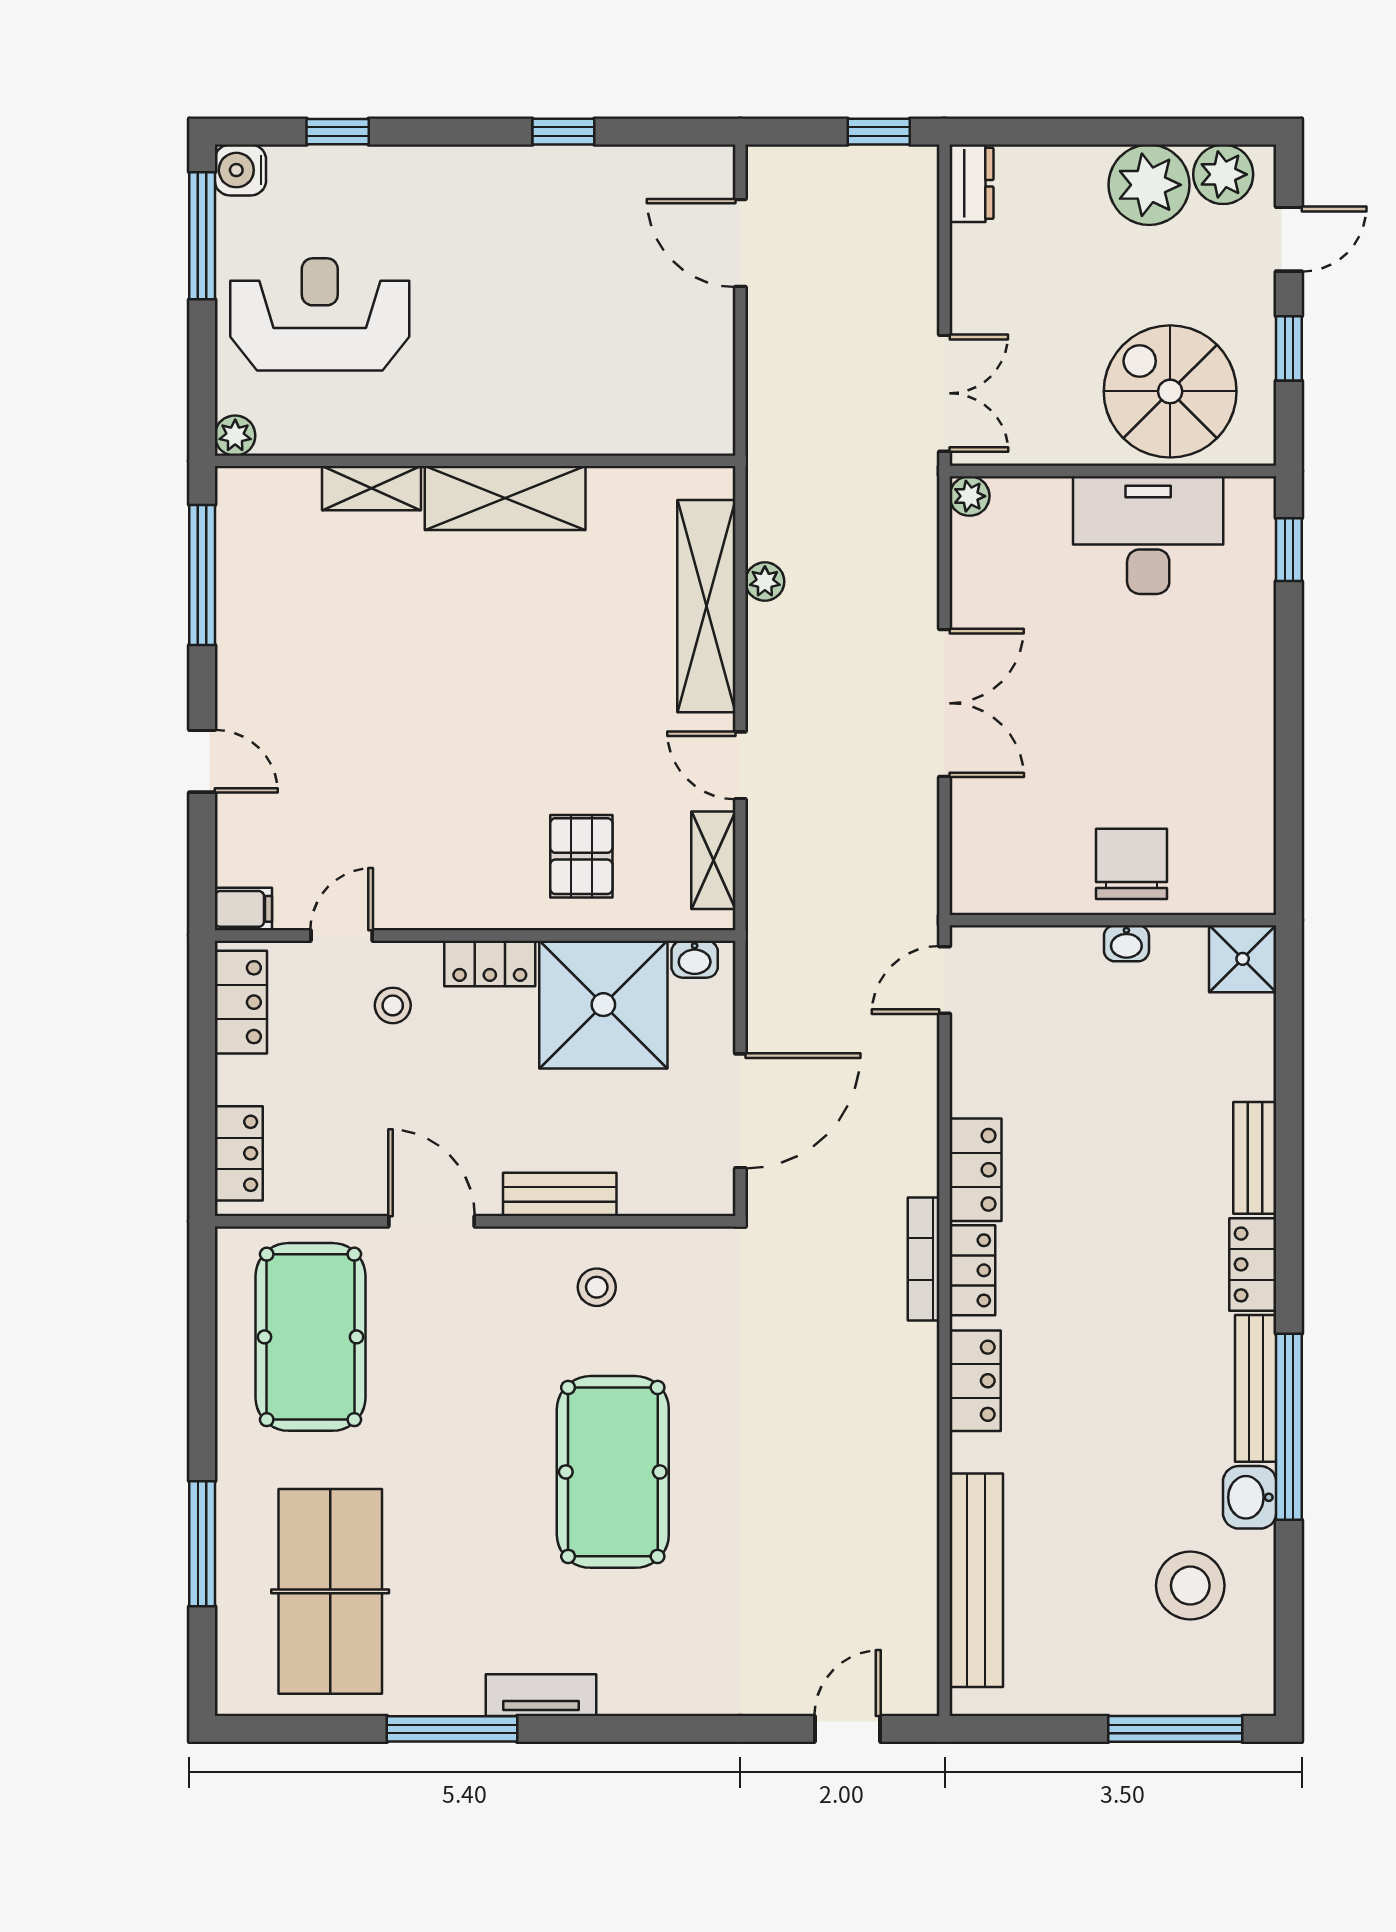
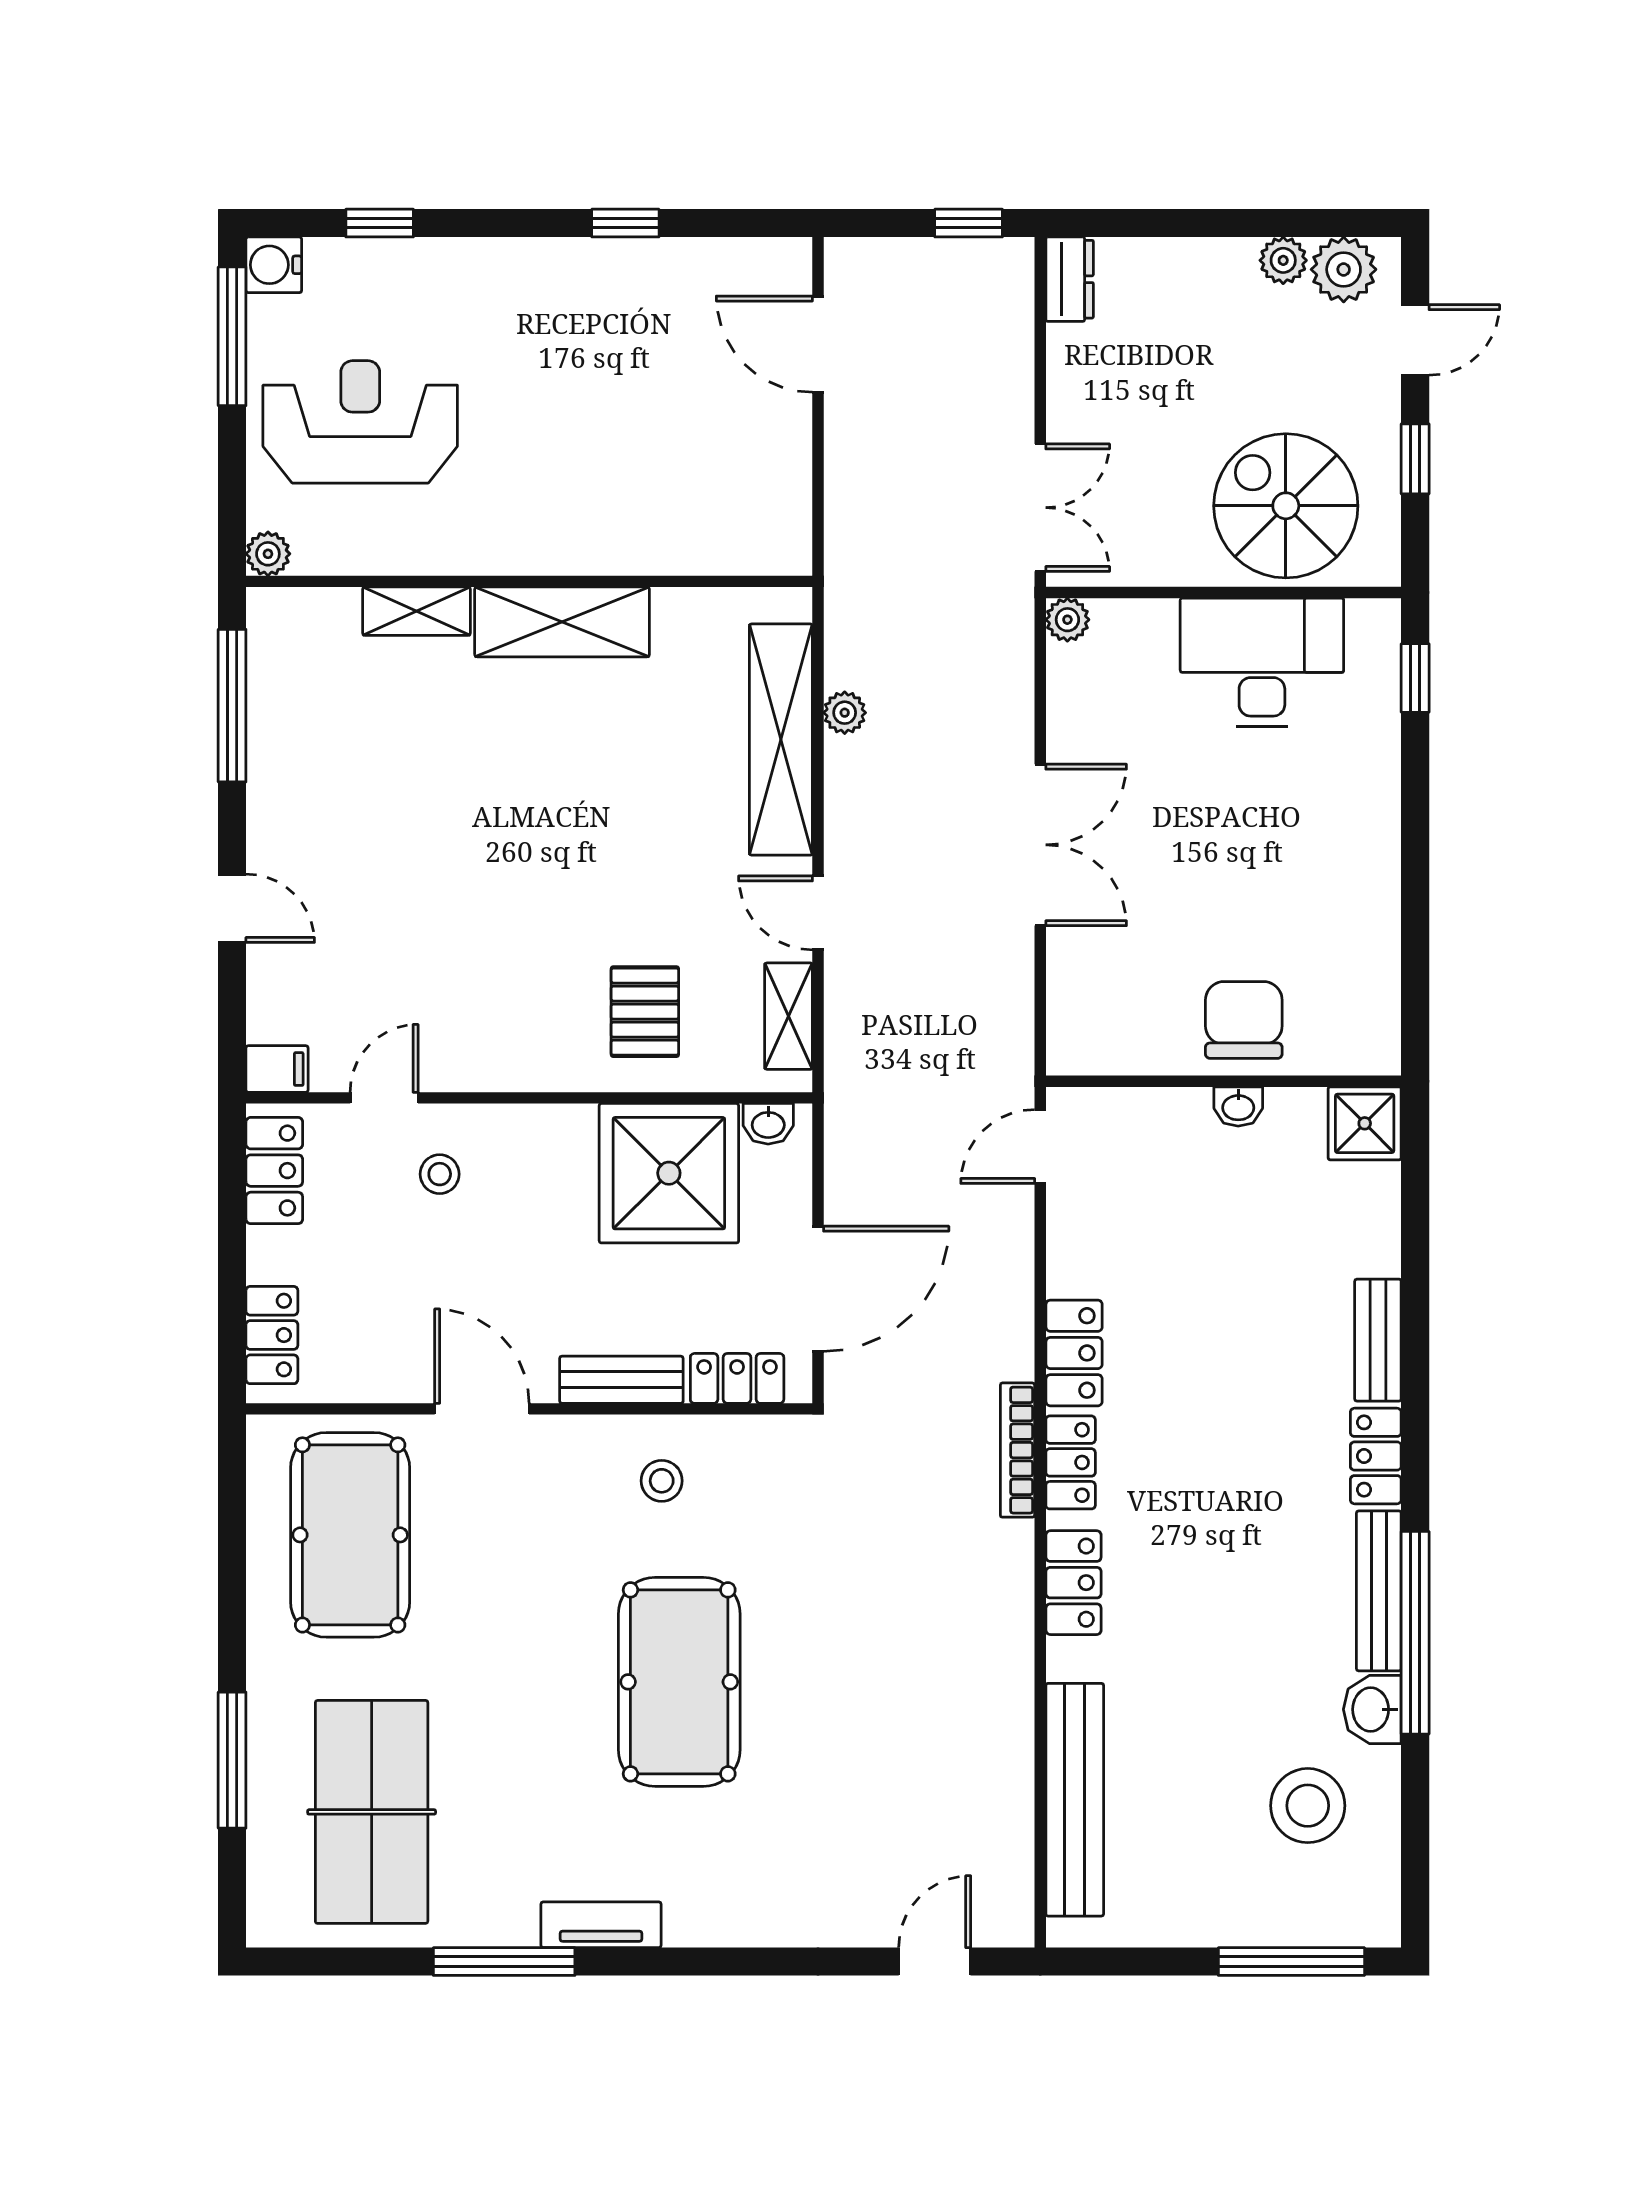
plant: (1149, 185) -> (1283, 260), width x0.53, depth x0.53
locker: (490, 963) -> (737, 1378), moved, turned 180

